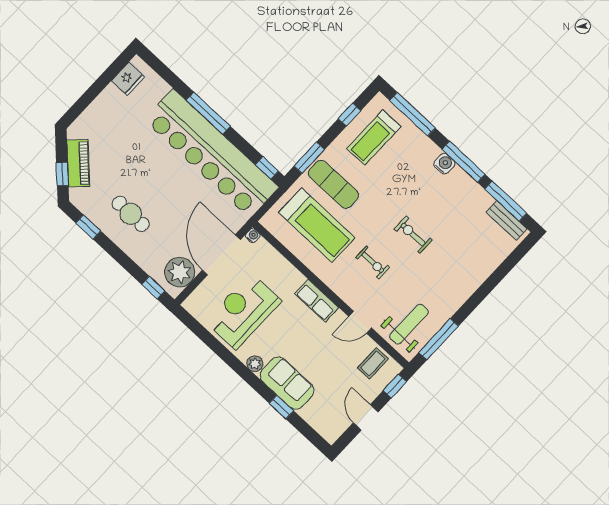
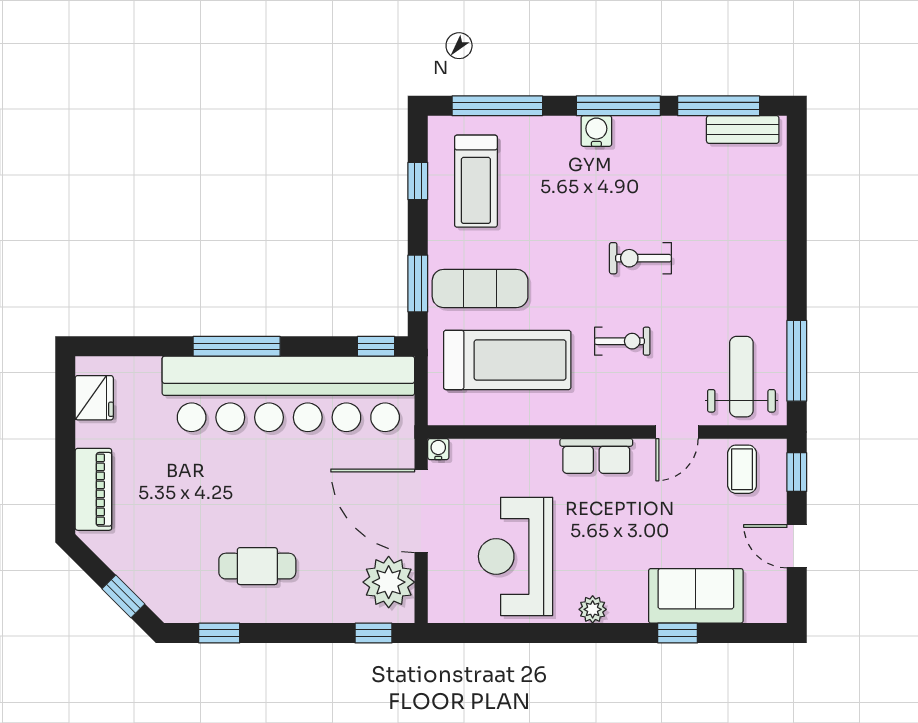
piano: (78, 163) -> (93, 489), moved, turned 45
sofa: (287, 383) -> (696, 596), moved

